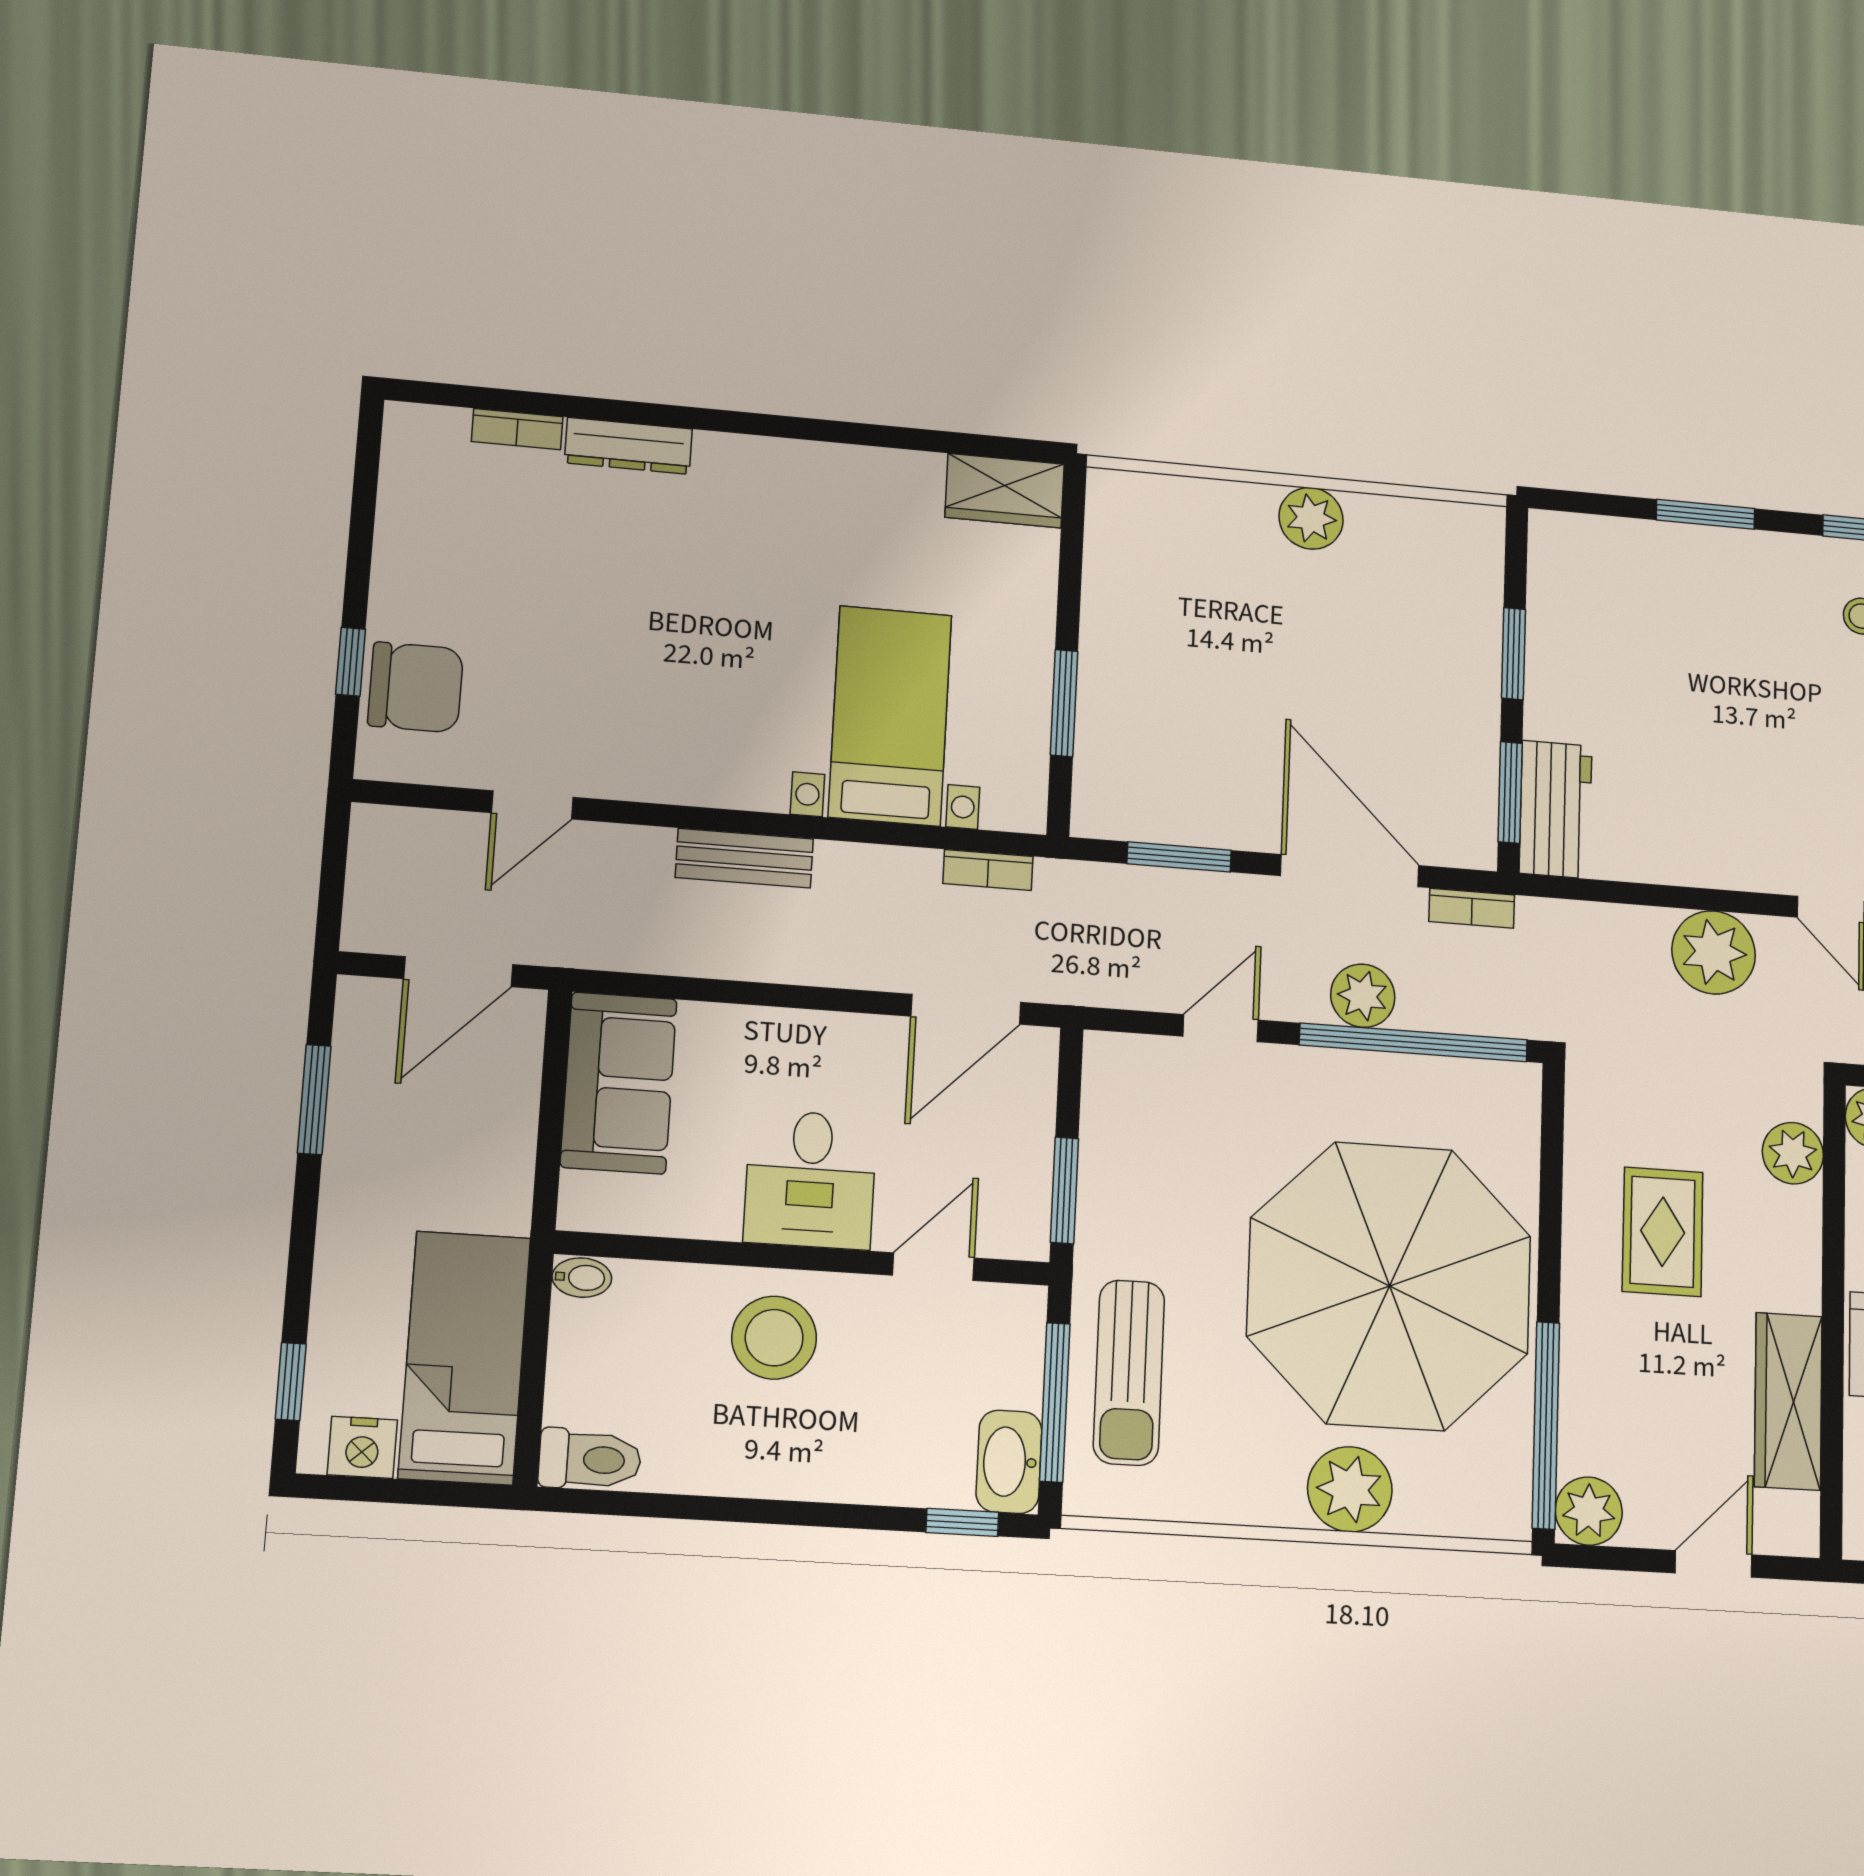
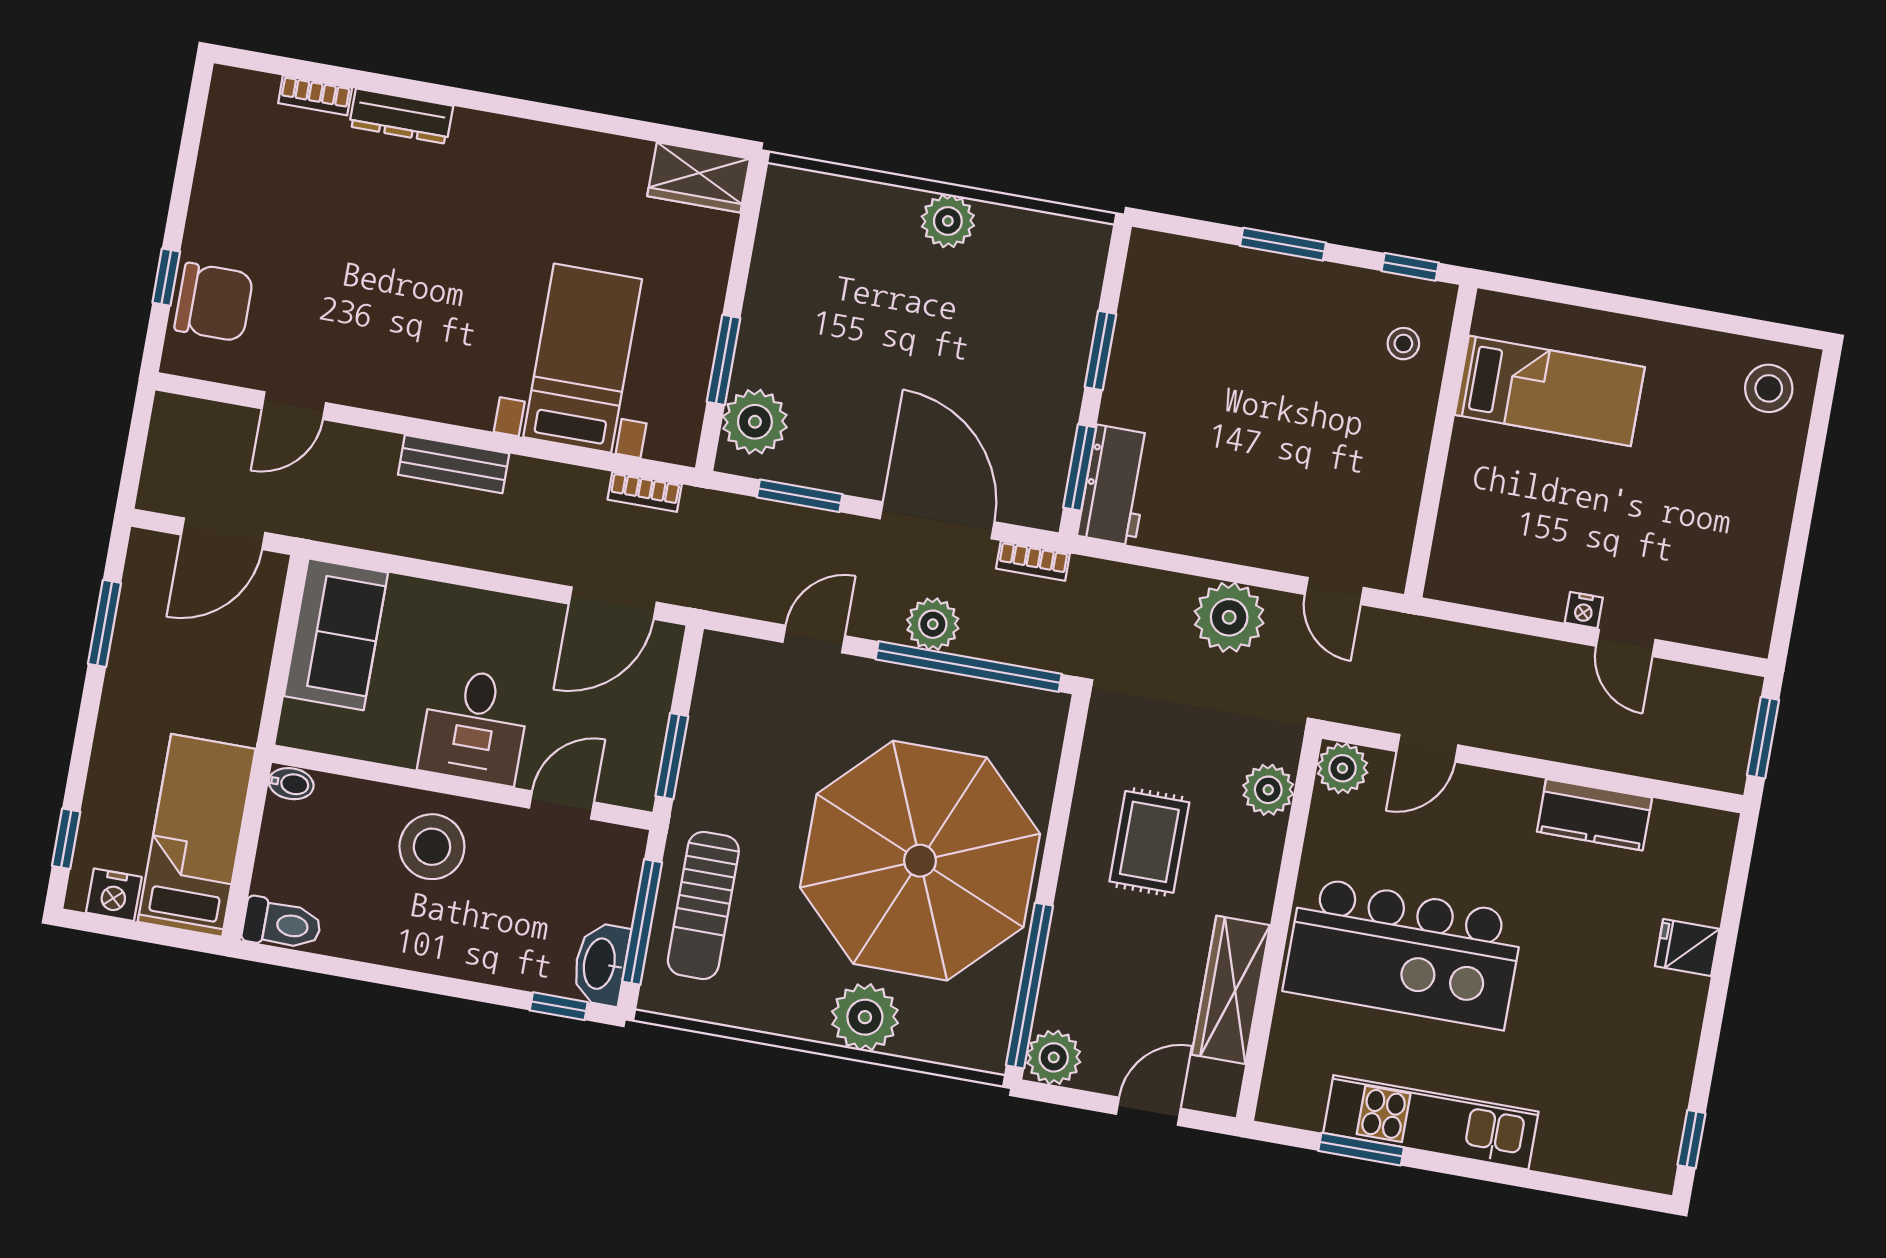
plant: (1112, 773) -> (755, 422), added

